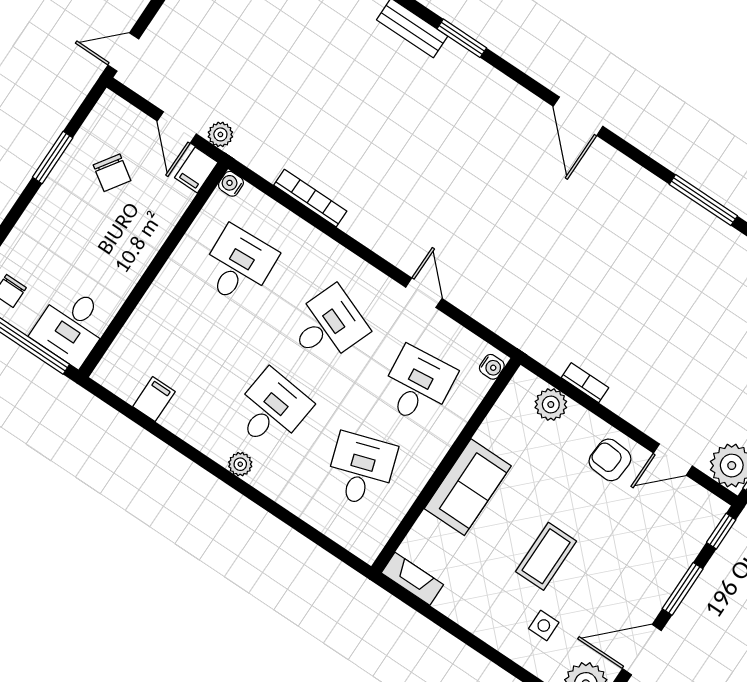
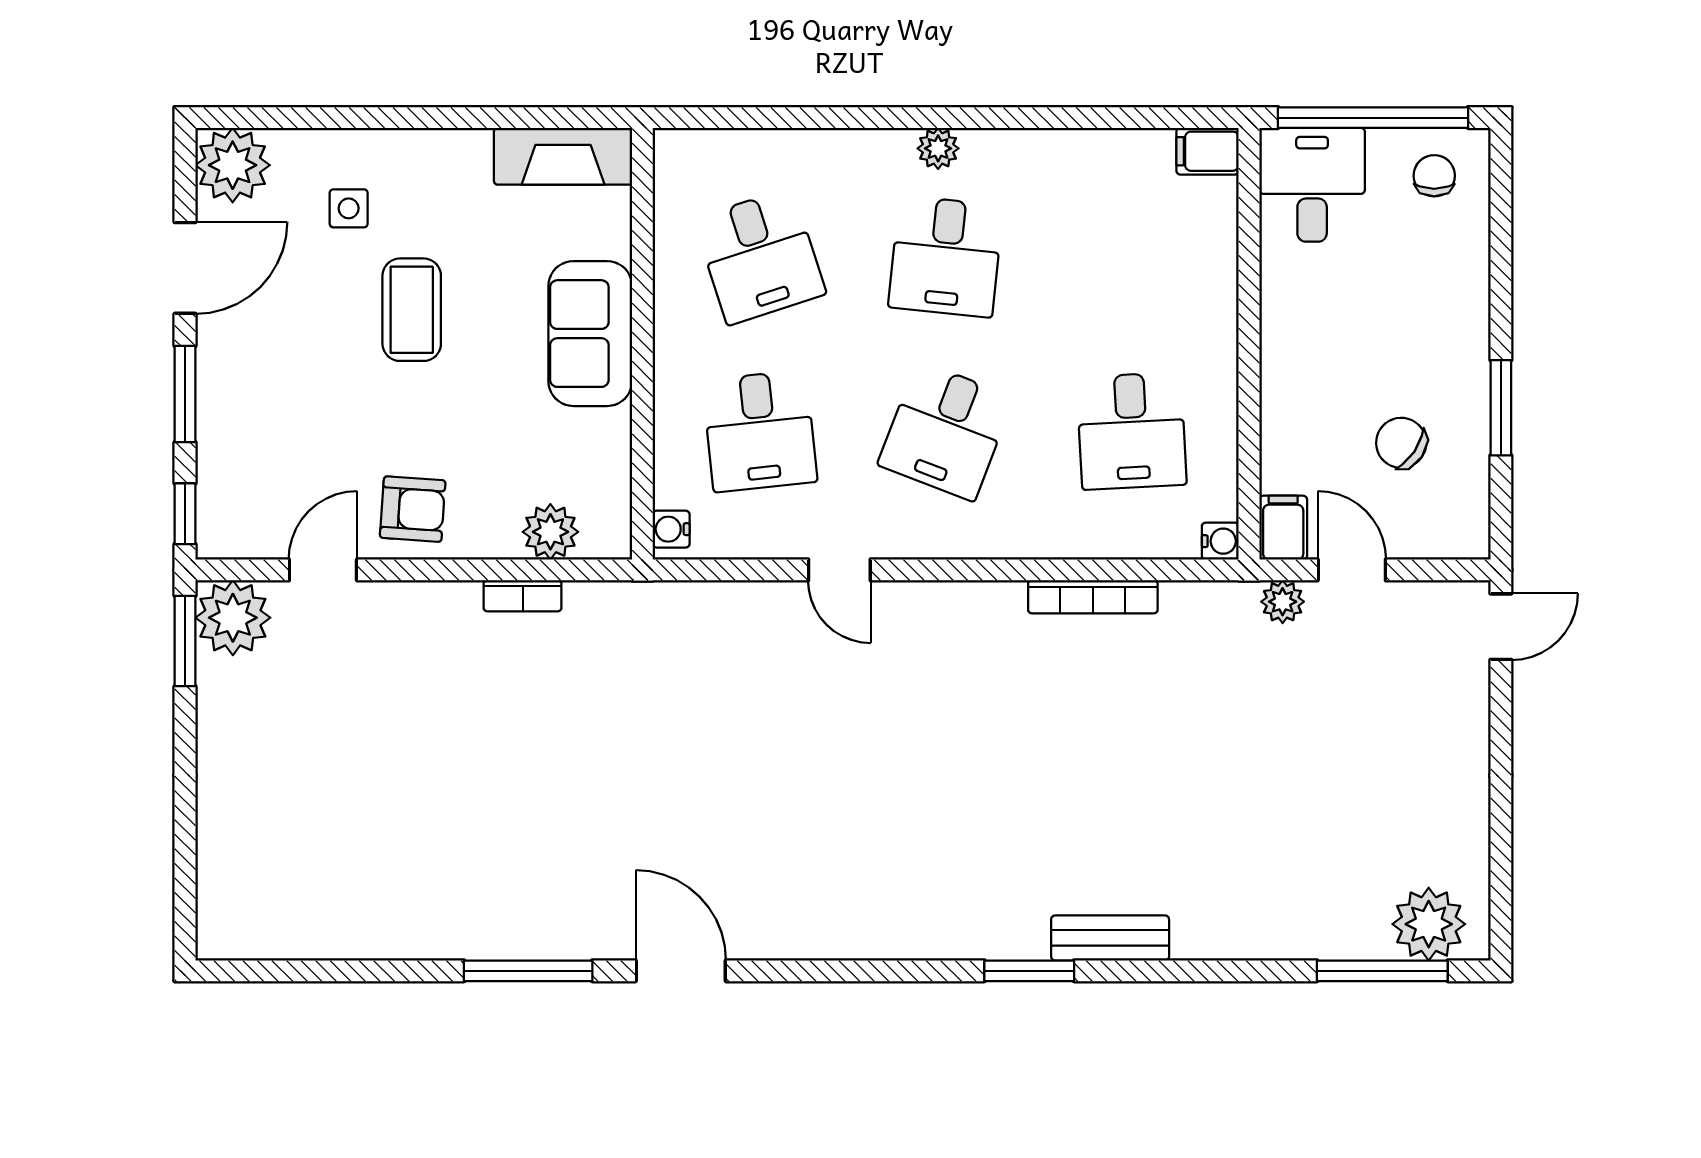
door: (578, 116) -> (681, 971), moved
filing cabinet: (154, 399) -> (1208, 151), moved, turned 90
fireplace: (412, 579) -> (563, 156), width x1.37, depth x1.32

